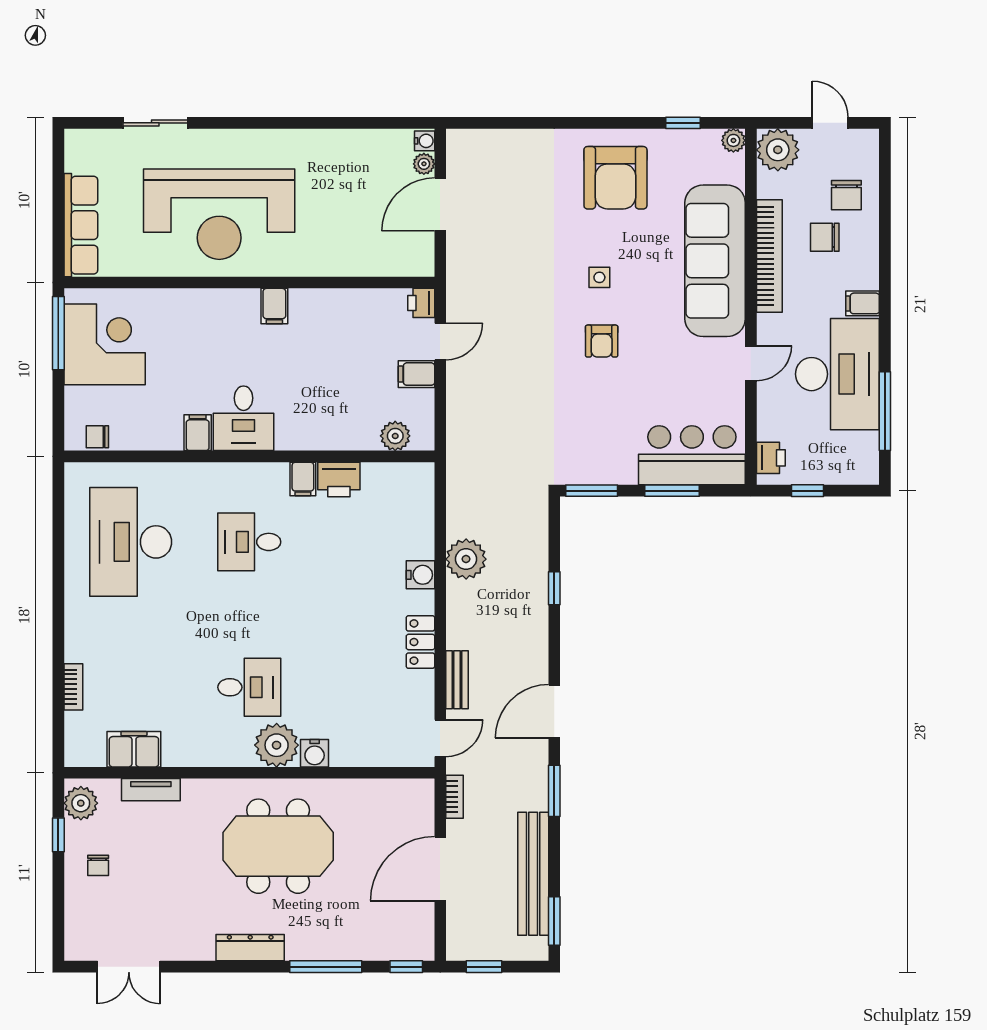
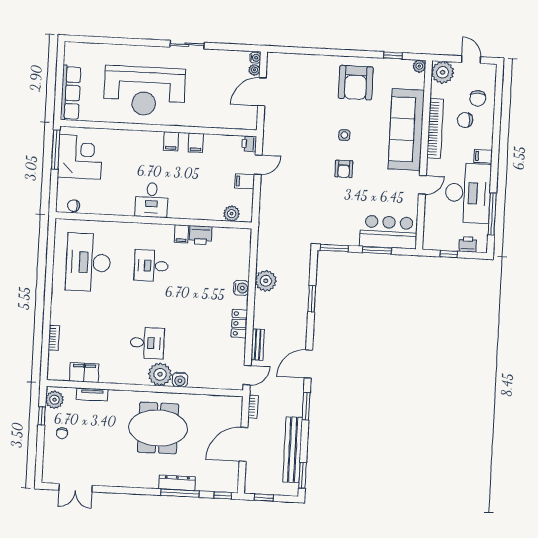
sliding door: (155, 123) -> (187, 45), moved
filing cabinet: (198, 433) -> (196, 143), moved, turned 180
printer: (771, 458) -> (468, 244), moved, turned -90
window: (554, 588) -> (312, 299), width x1.50
dresser: (250, 948) -> (177, 483), moved

